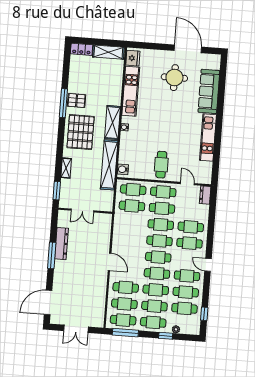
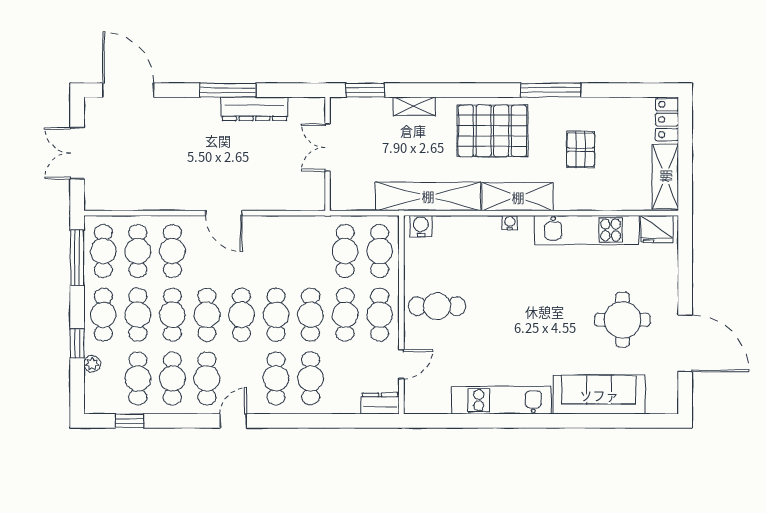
door: (188, 49) -> (685, 343), hinge flipped
pallet: (77, 101) -> (581, 150), moved
door: (110, 262) -> (224, 213), hinge flipped

